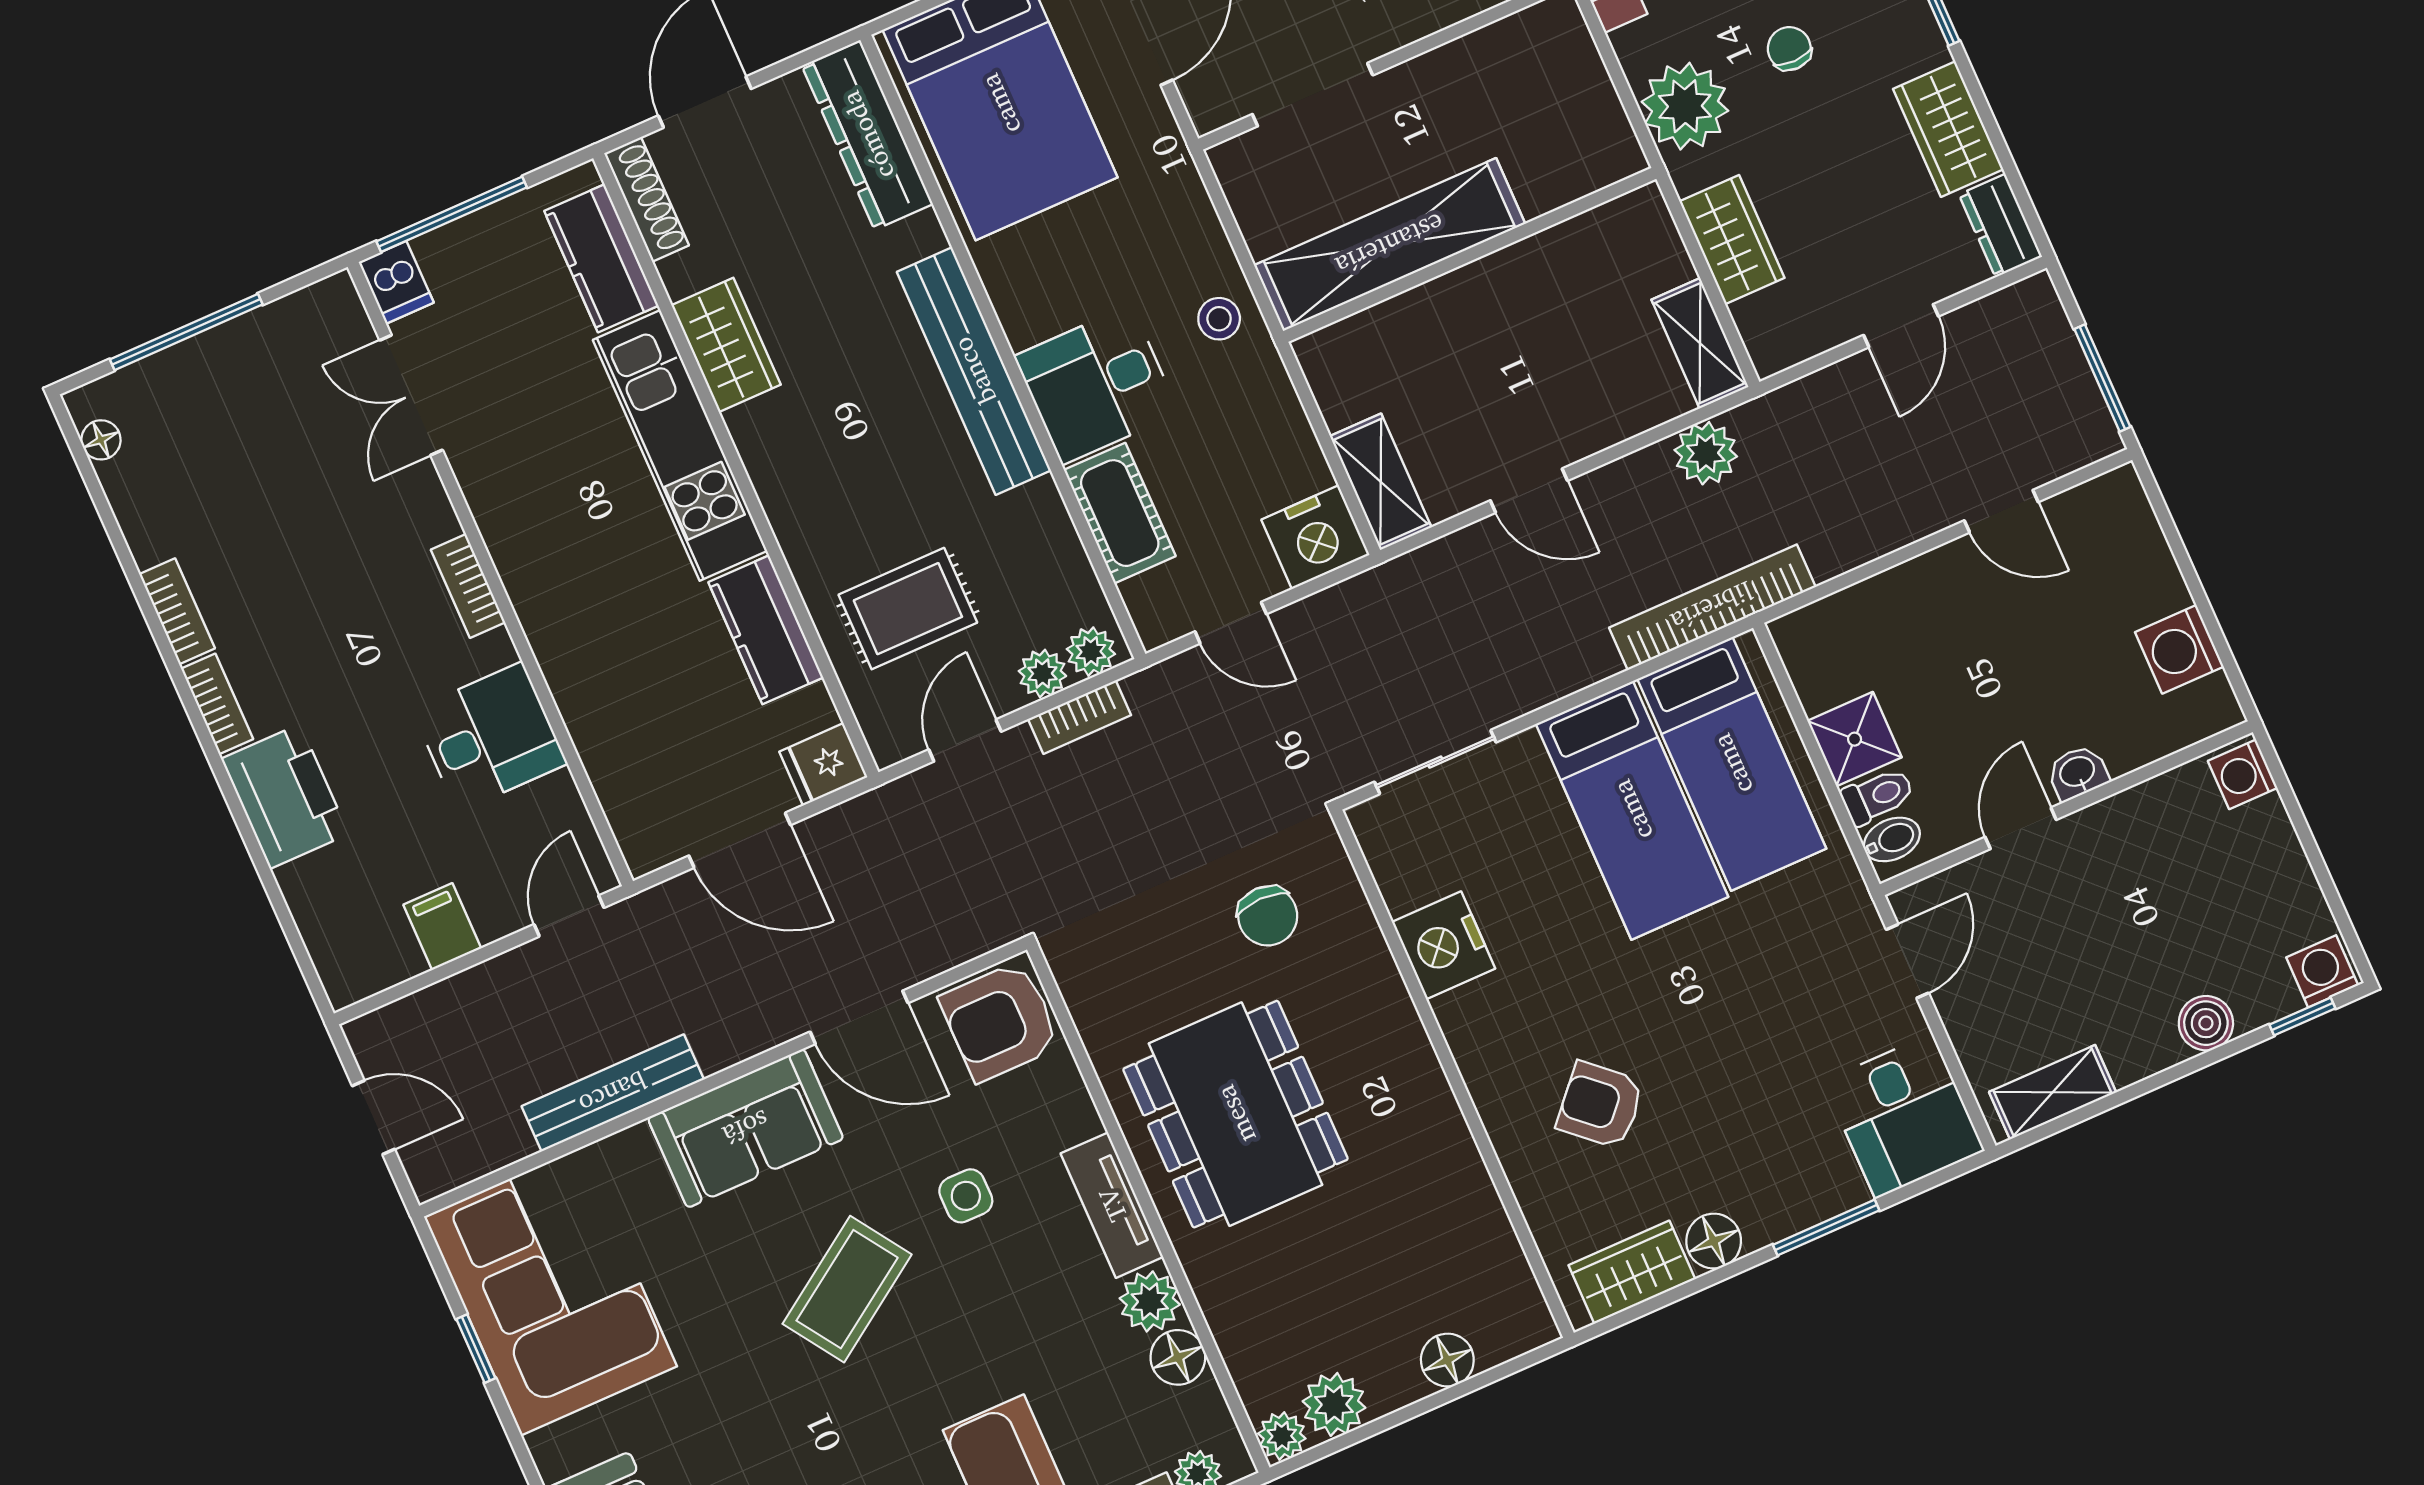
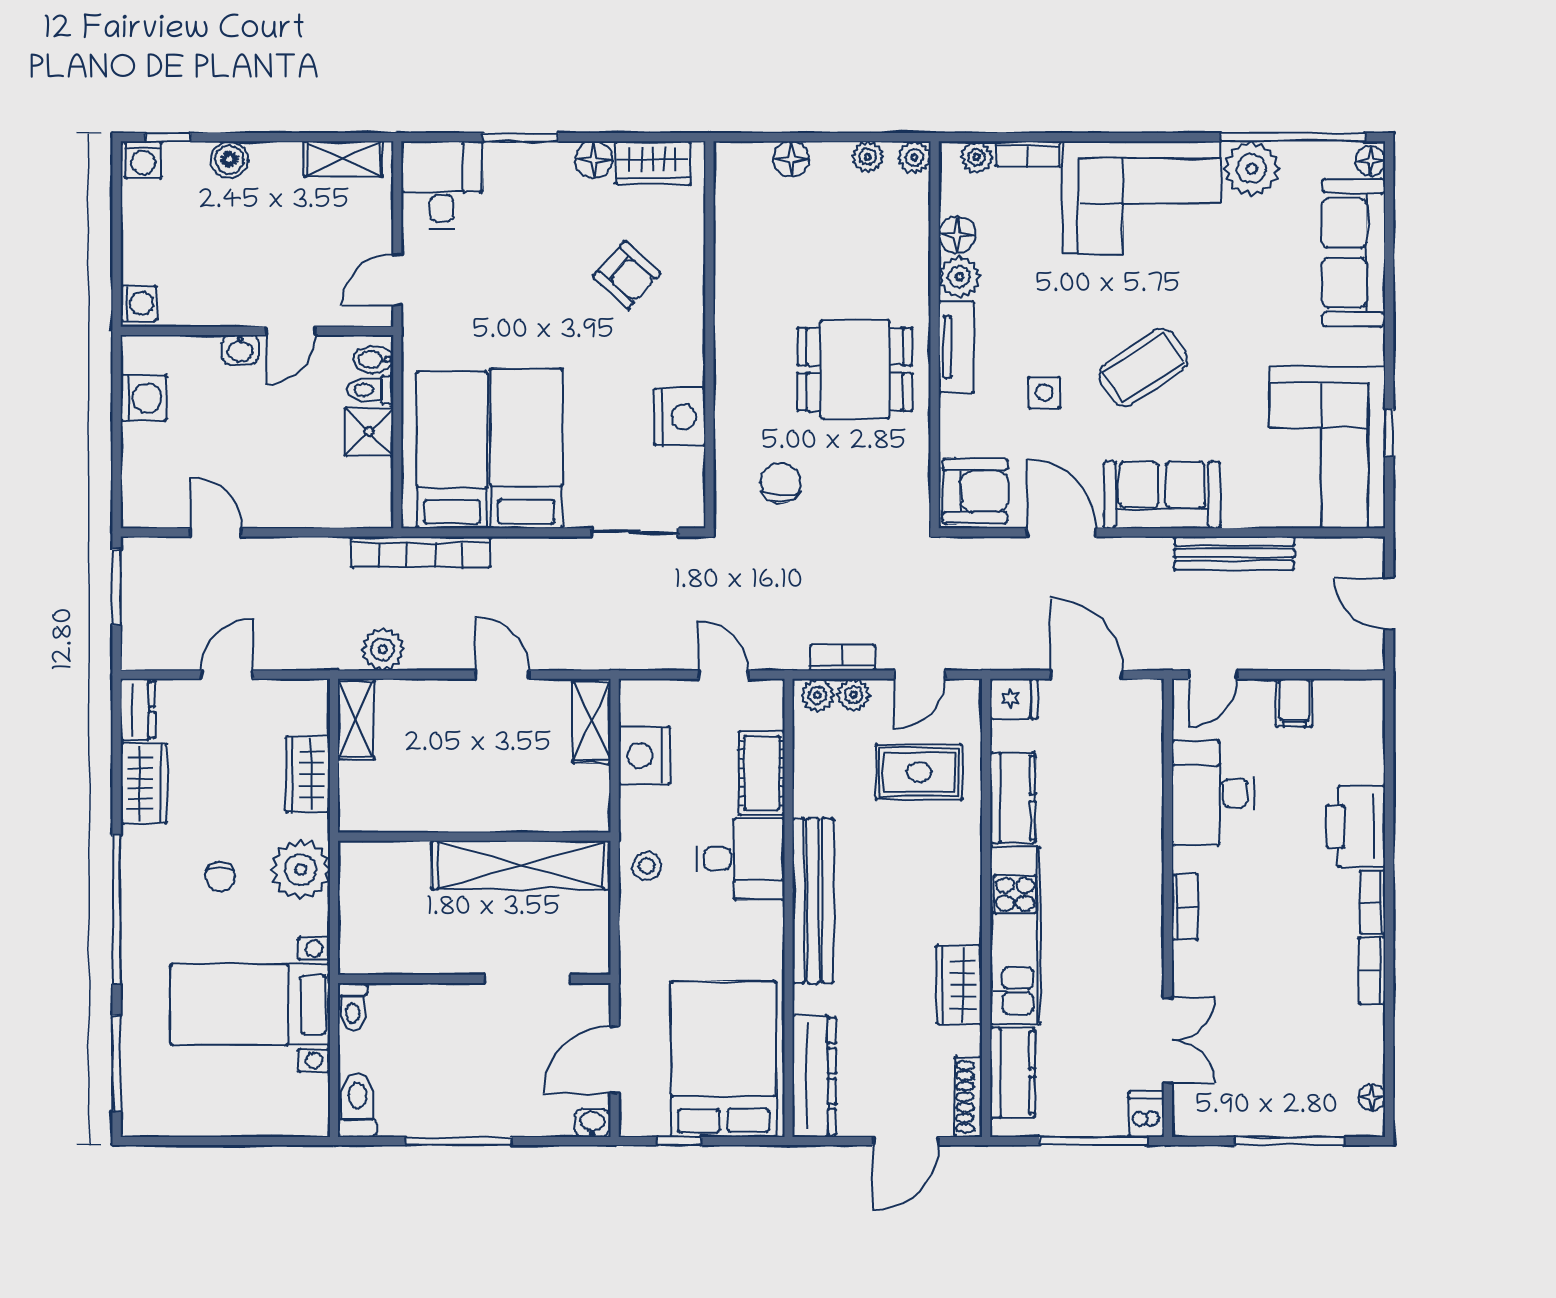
nightstand: (1315, 537) -> (644, 755), moved, turned -90
desk: (490, 737) -> (1213, 793), width x1.37
dining table: (1235, 1114) -> (855, 369), width x0.73
plant: (1334, 1404) -> (868, 157), width x0.73, depth x0.73

